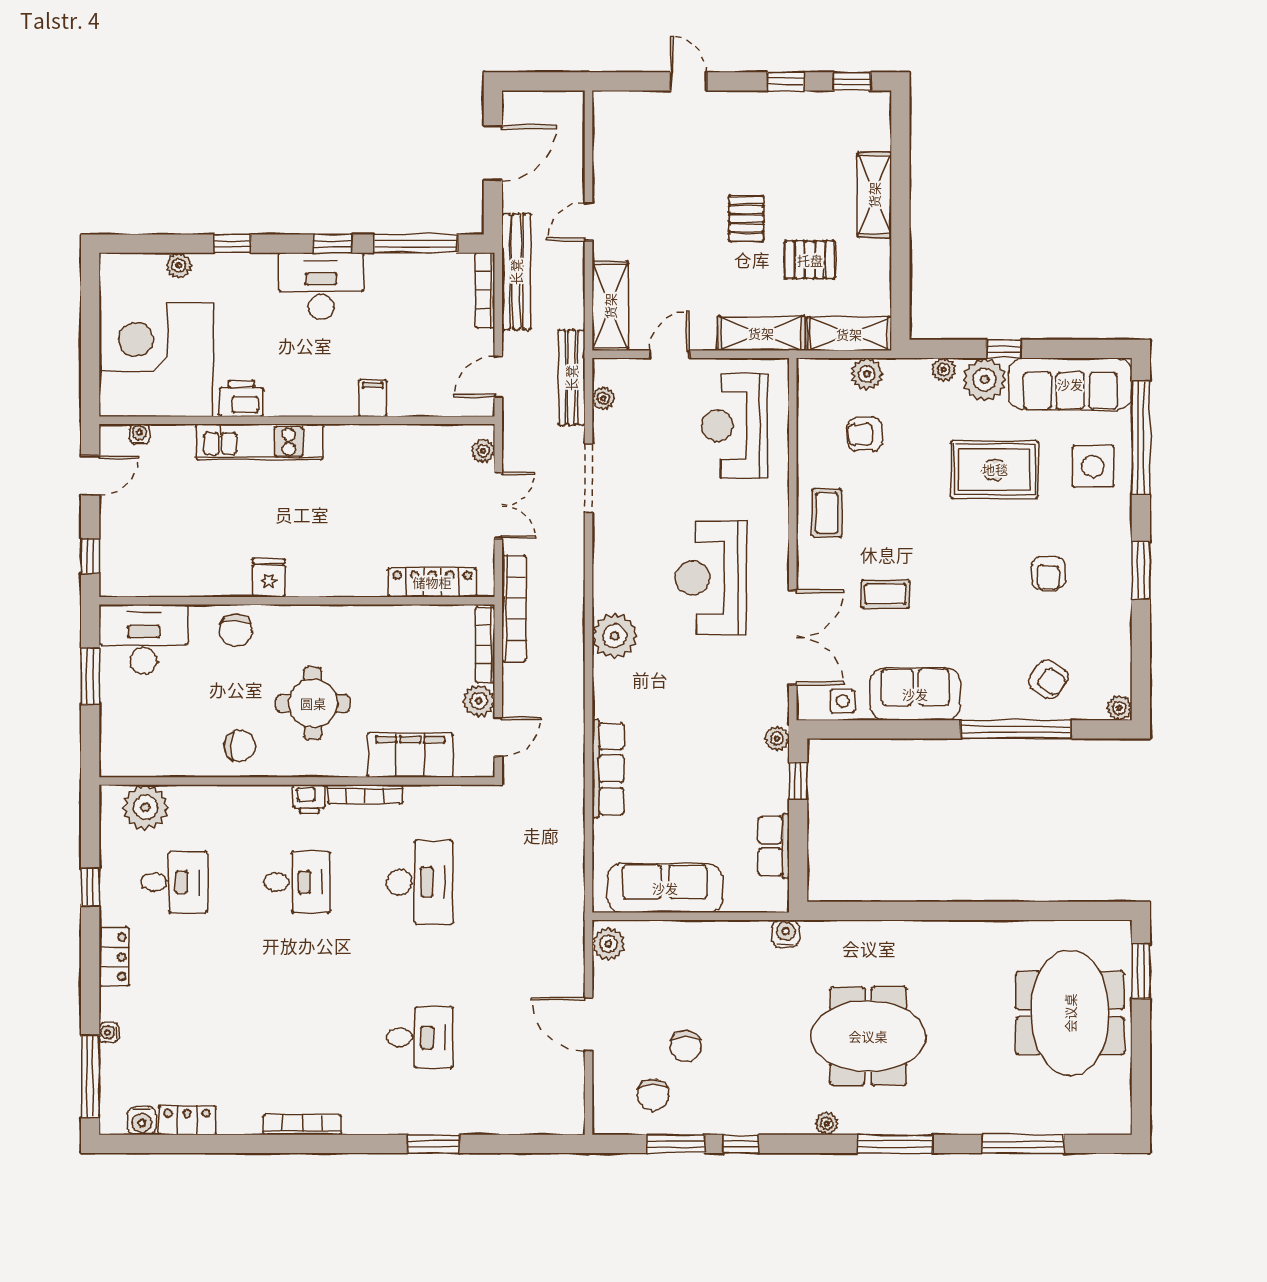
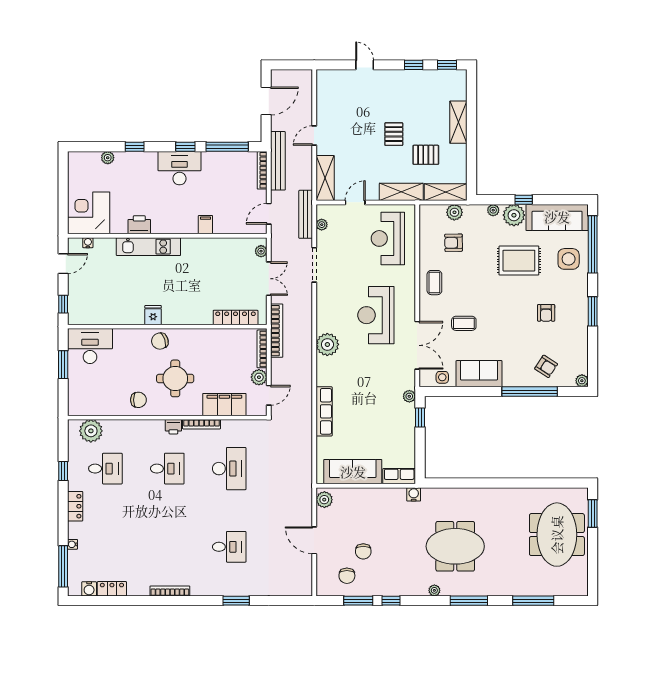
corner desk: (156, 360) -> (89, 213), width x0.74, depth x0.74
chair: (236, 631) -> (160, 341), moved, turned 72
row of seats: (774, 846) -> (399, 476), moved, turned 90

